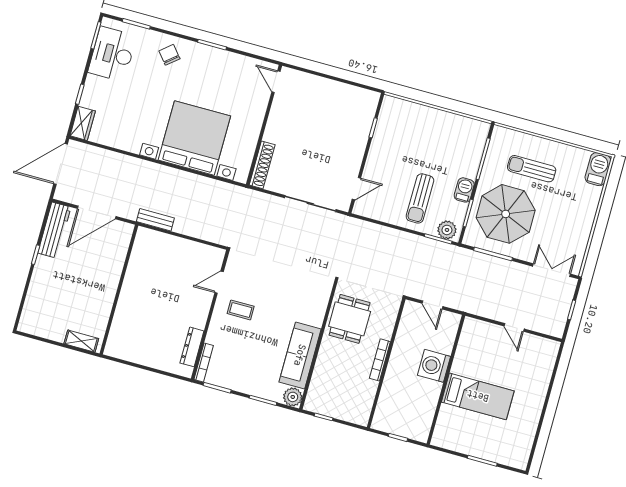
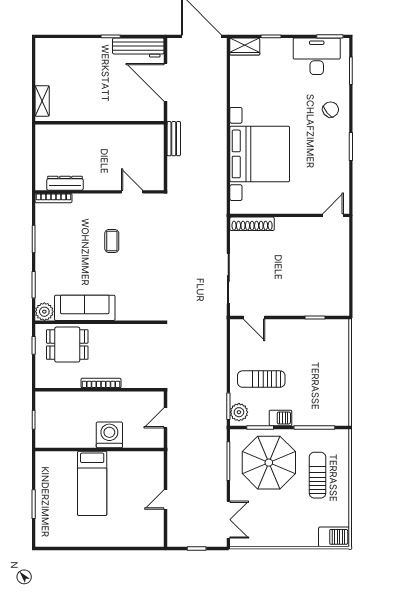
door: (219, 282) -> (132, 192), moved
wall: (210, 315) -> (100, 192), moved
dining table: (350, 319) -> (67, 345), moved
dresser: (192, 347) -> (65, 183), moved
bookcase: (204, 363) -> (54, 198), moved

